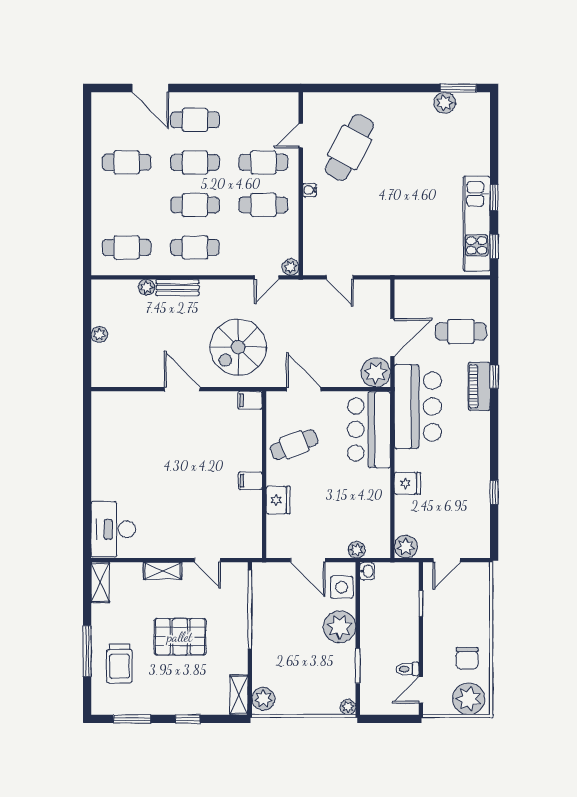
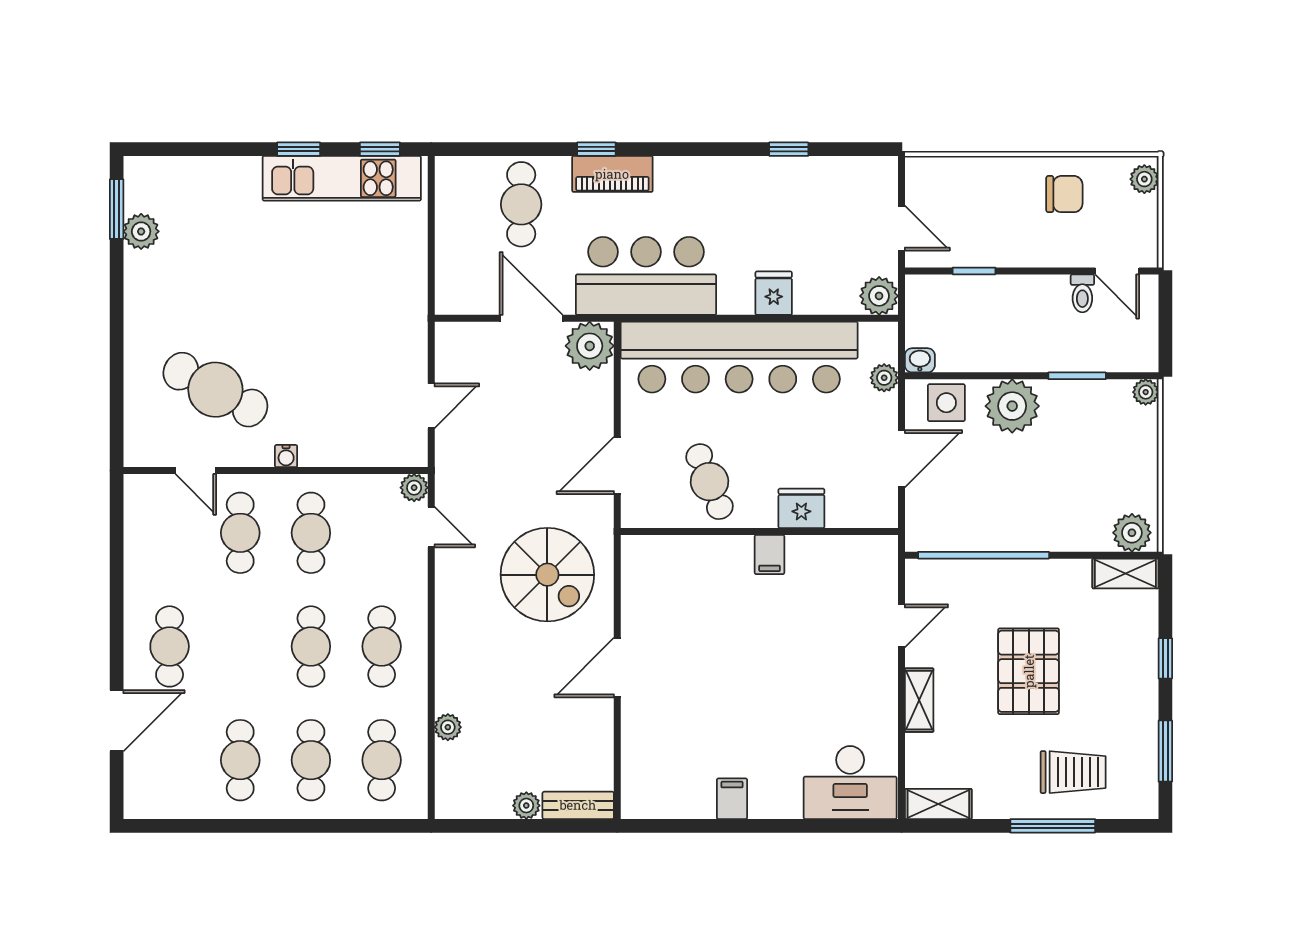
cafe table: (195, 162) -> (311, 760), moved
bench: (177, 288) -> (578, 805), moved, turned 90
filing cabinet: (250, 400) -> (732, 799), moved, turned 180
bar counter: (369, 430) -> (739, 357), width x1.86
plant: (469, 699) -> (1144, 179), width x0.53, depth x0.53

